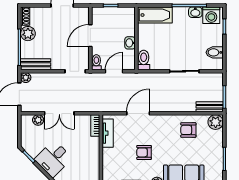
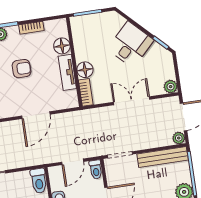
bench: (36, 64) -> (163, 157), width x1.36
plant: (38, 120) -> (171, 87), moved
tv unit: (108, 133) -> (67, 72), moved
floor lamp: (93, 144) -> (85, 70), added
floor lamp: (109, 166) -> (62, 46), added

